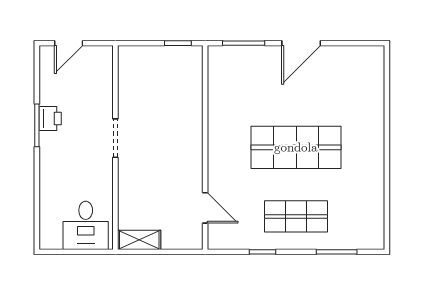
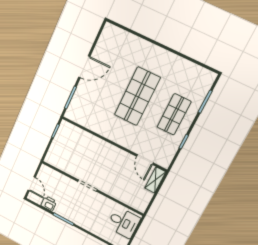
door: (301, 43) -> (84, 67), hinge flipped
printer: (50, 119) -> (49, 204), moved
door: (205, 208) -> (145, 160), swing flipped
shelving: (139, 240) -> (155, 180), moved

